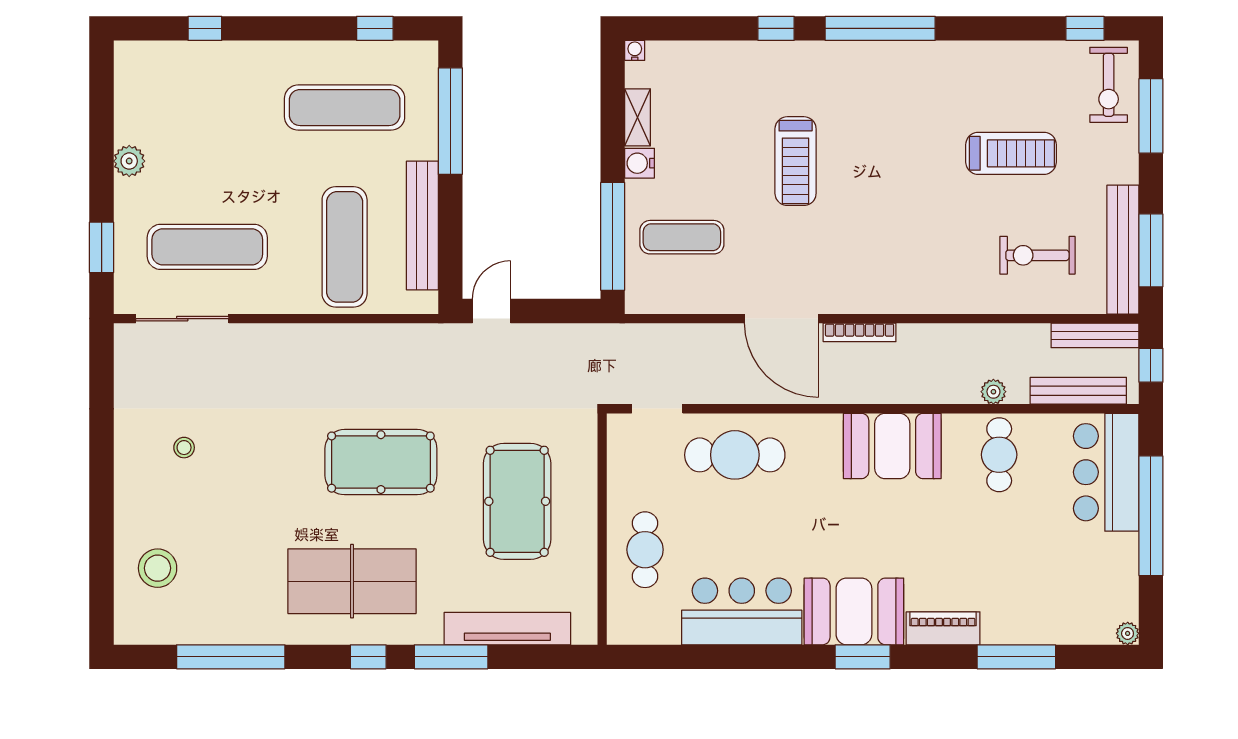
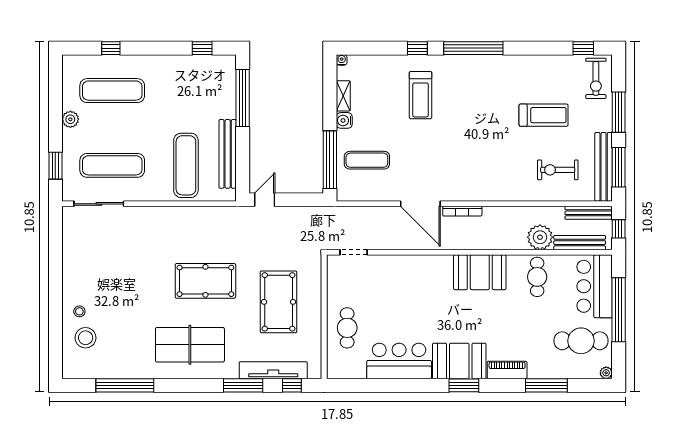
exercise mat: (345, 108) -> (112, 91), moved
window: (1151, 116) -> (619, 112), moved
treadmill: (796, 161) -> (421, 95), moved
plant: (993, 392) -> (540, 237), width x1.88, depth x1.88
stool: (184, 448) -> (79, 311), moved
cafe table: (735, 455) -> (581, 341), moved
window: (368, 657) -> (292, 385), moved

